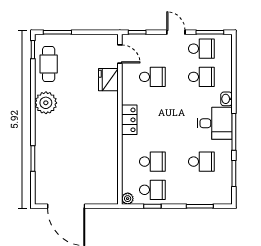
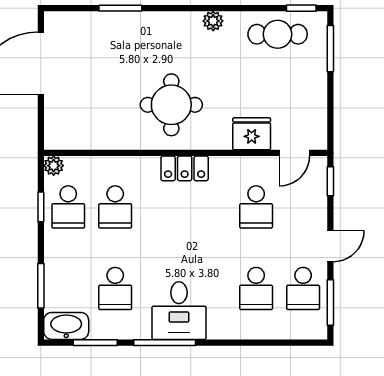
washbasin: (226, 99) -> (66, 326), moved, width x1.91, depth x1.45
plant: (46, 103) -> (213, 21), width x0.53, depth x0.53
round table: (91, 128) -> (171, 105), added

